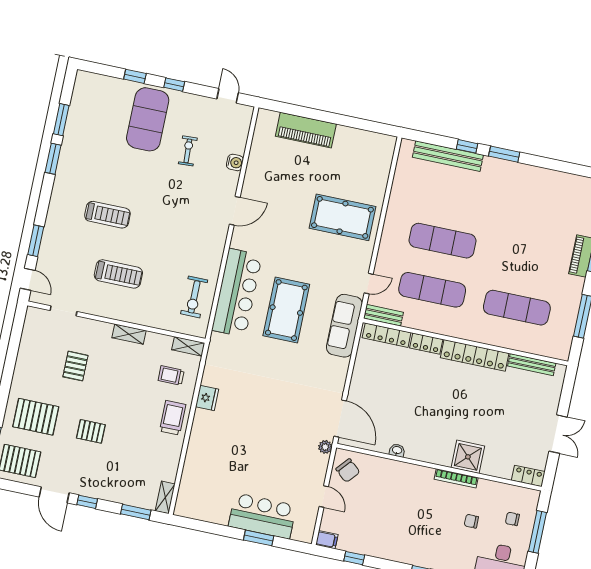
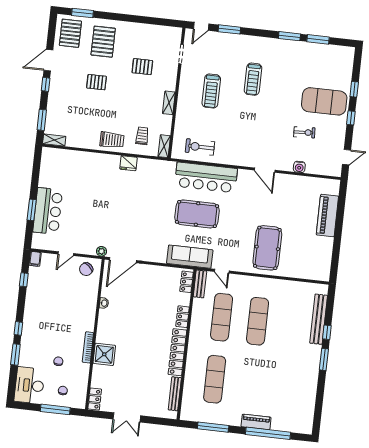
locker: (387, 335) -> (187, 282), width x0.66
pallet: (91, 431) -> (96, 82), turned 90

